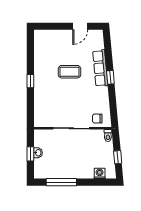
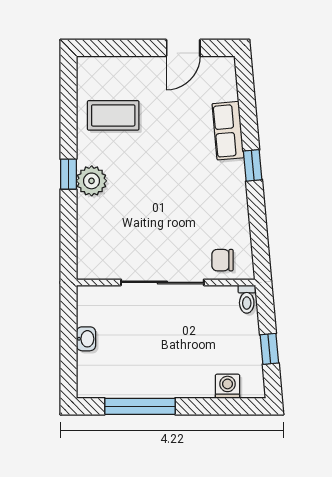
row of seats: (100, 68) -> (228, 131), width x0.68
coffee table: (69, 72) -> (113, 115), moved
plant: (40, 84) -> (92, 181), added
window: (30, 154) -> (68, 341), removed

